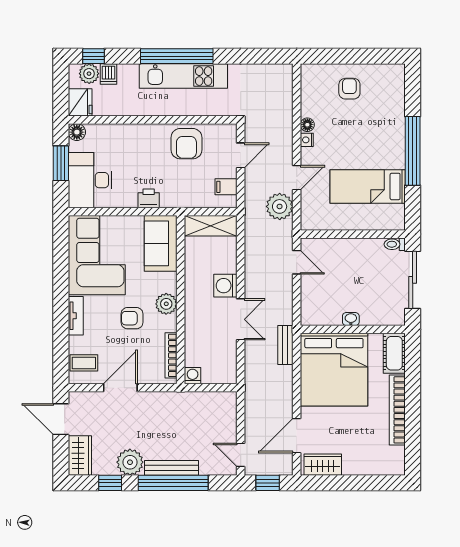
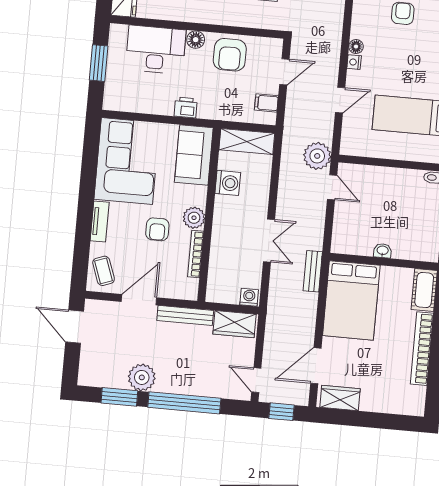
floor lamp: (77, 132) -> (196, 40), moved
desk: (90, 180) -> (156, 50), moved, turned 90
plant: (280, 206) -> (317, 156), moved
washing machine: (225, 286) -> (228, 183), moved, turned 180
armchair: (132, 318) -> (157, 229), turned -90
bookcase: (171, 355) -> (196, 254), moved
coffee table: (84, 363) -> (104, 271), turned 70
bed: (334, 370) -> (351, 300), width x0.73
washing machine: (193, 376) -> (249, 297), moved
wardrobe: (80, 456) -> (235, 324), moved, turned 90
bench: (172, 468) -> (185, 315), moved
window: (110, 483) -> (119, 397), width x1.50

